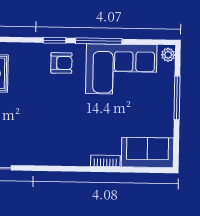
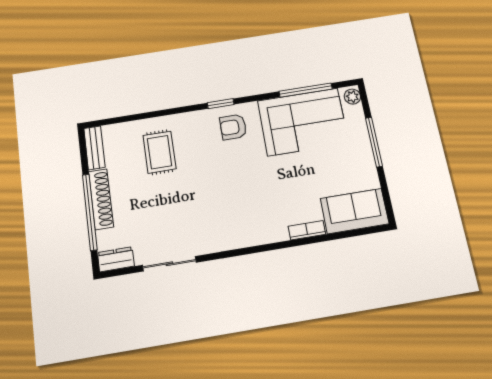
window: (99, 41) -> (306, 90), moved
armchair: (61, 63) -> (233, 127), turned 180

